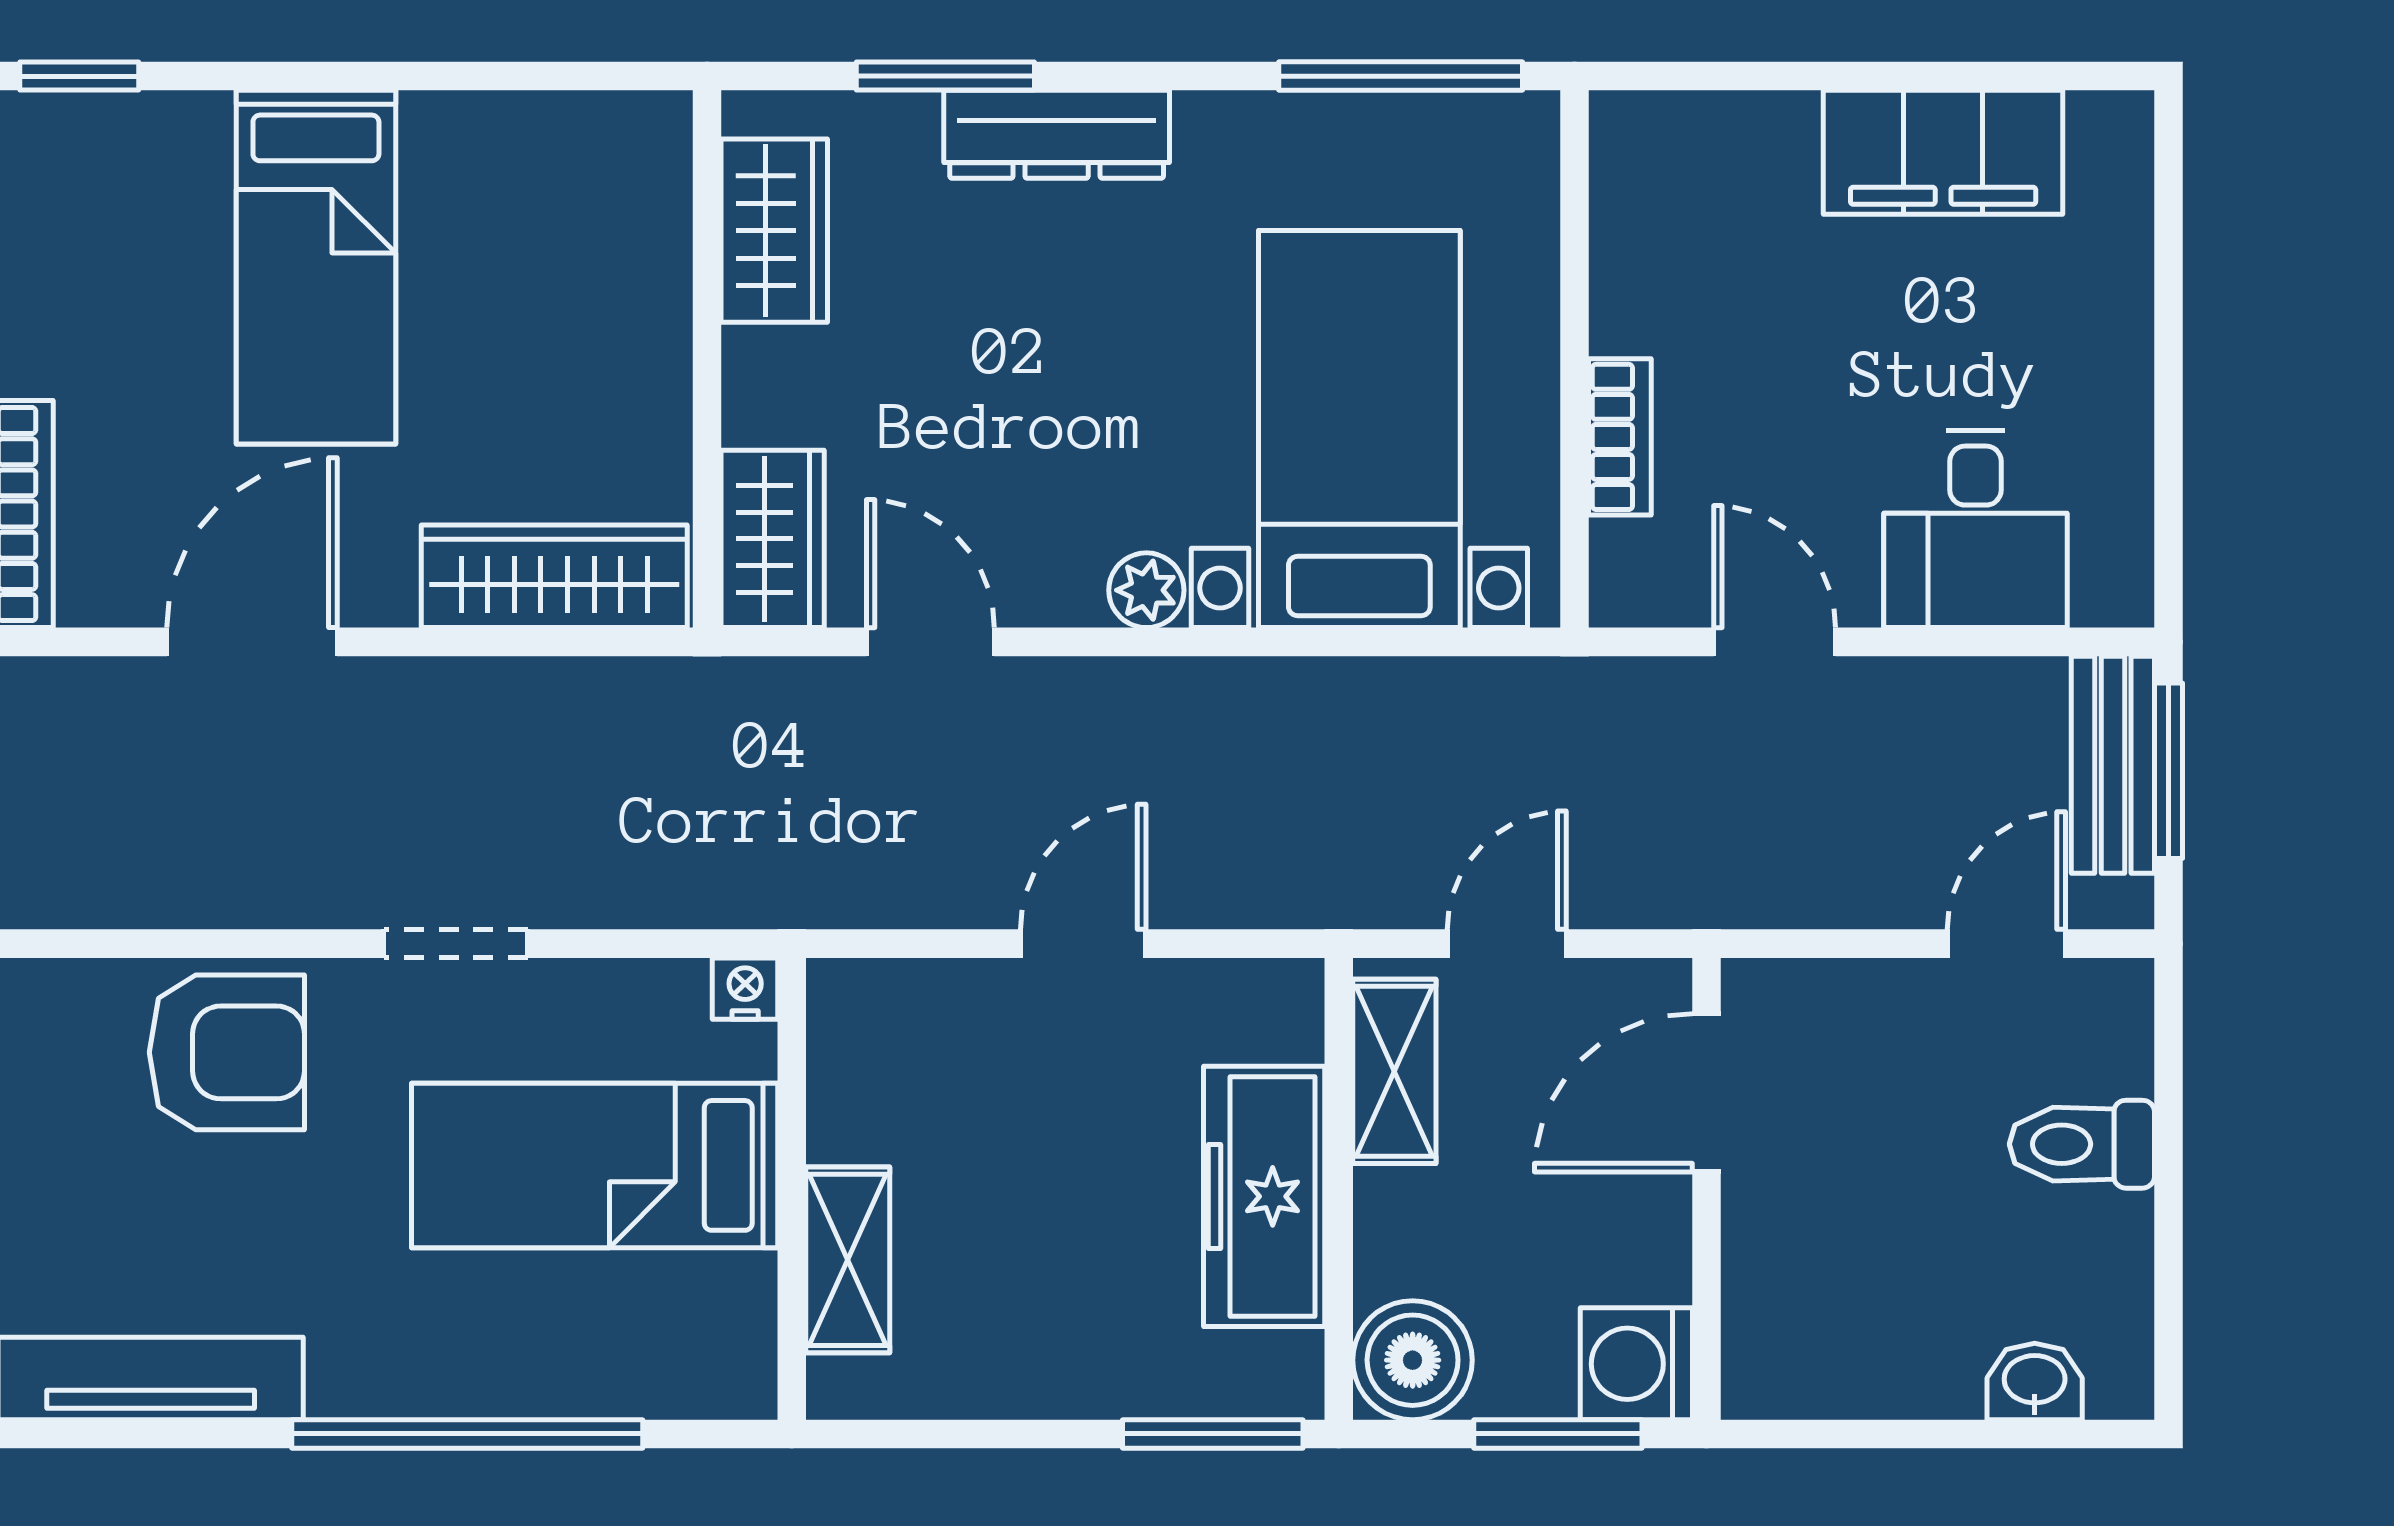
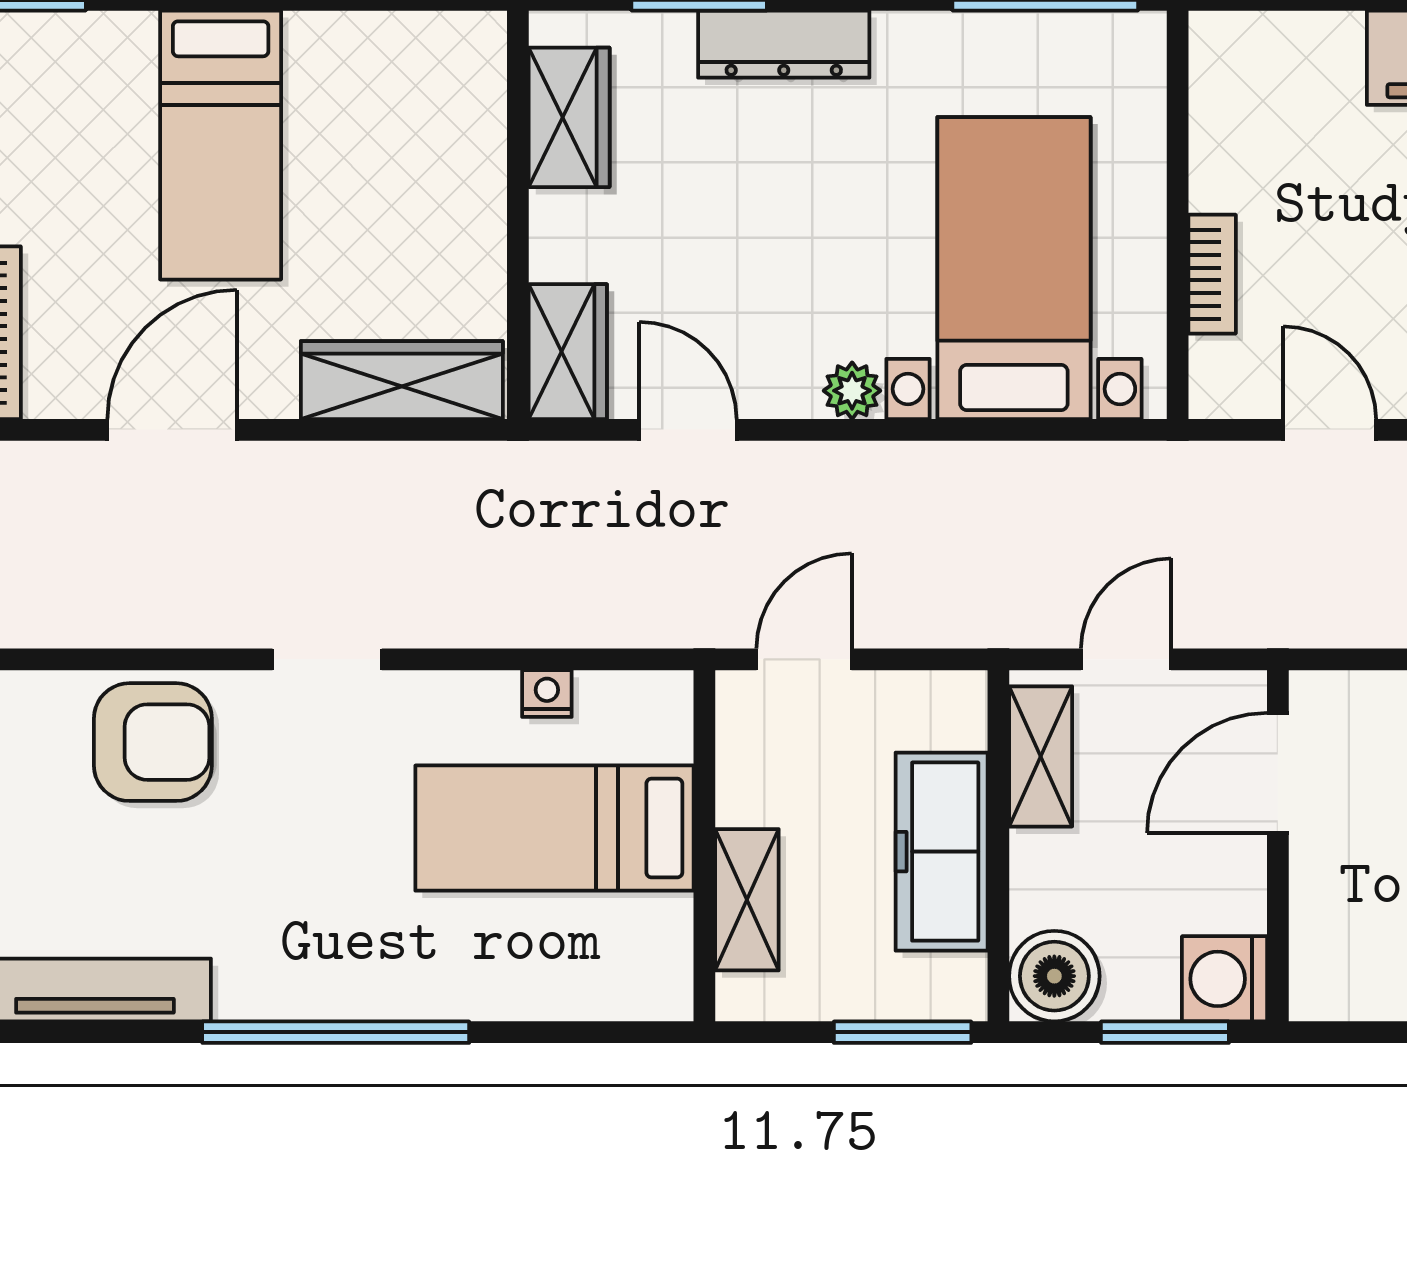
bed: (595, 1165) -> (554, 828), moved
wall: (792, 1189) -> (704, 846), moved
shelving: (848, 1260) -> (747, 900), moved

